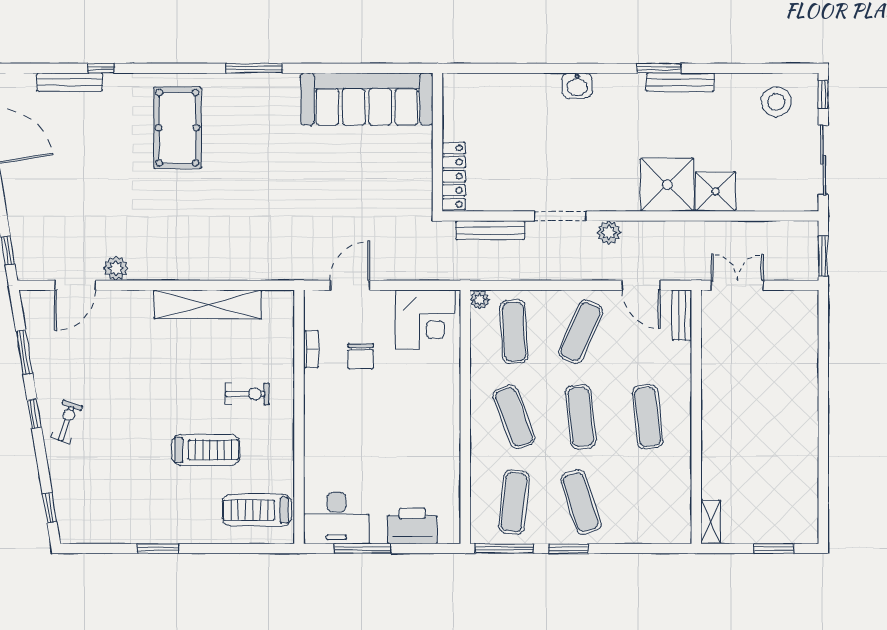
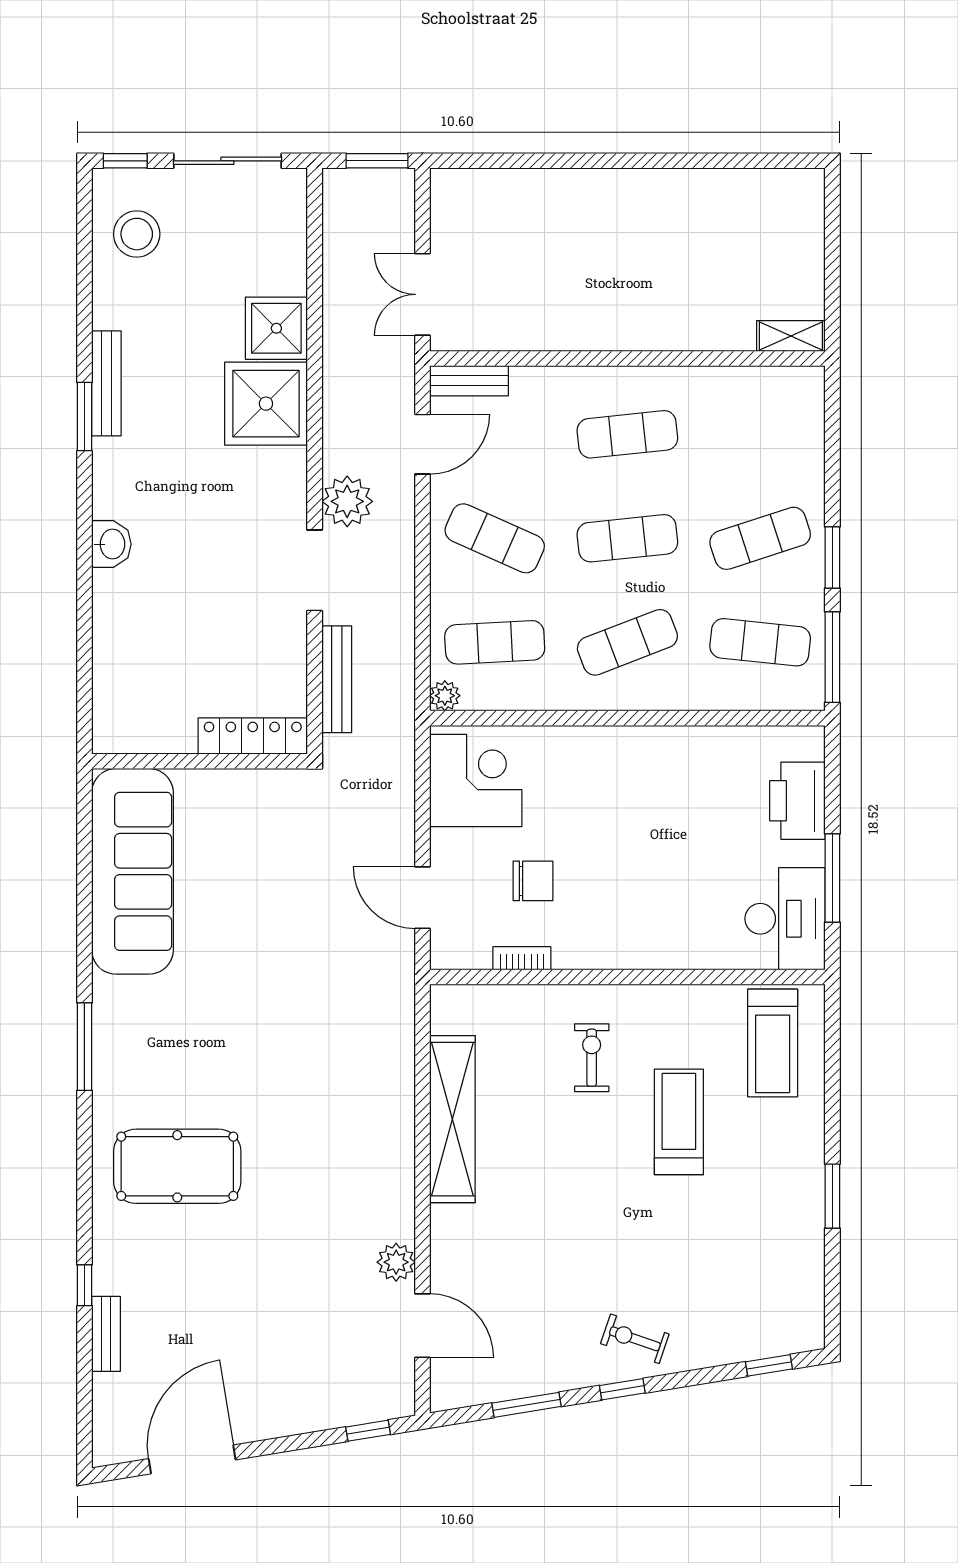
bench: (70, 82) -> (106, 1334), width x0.73
plant: (609, 233) -> (347, 501), width x1.36, depth x1.36
window: (774, 549) -> (832, 237), removed

